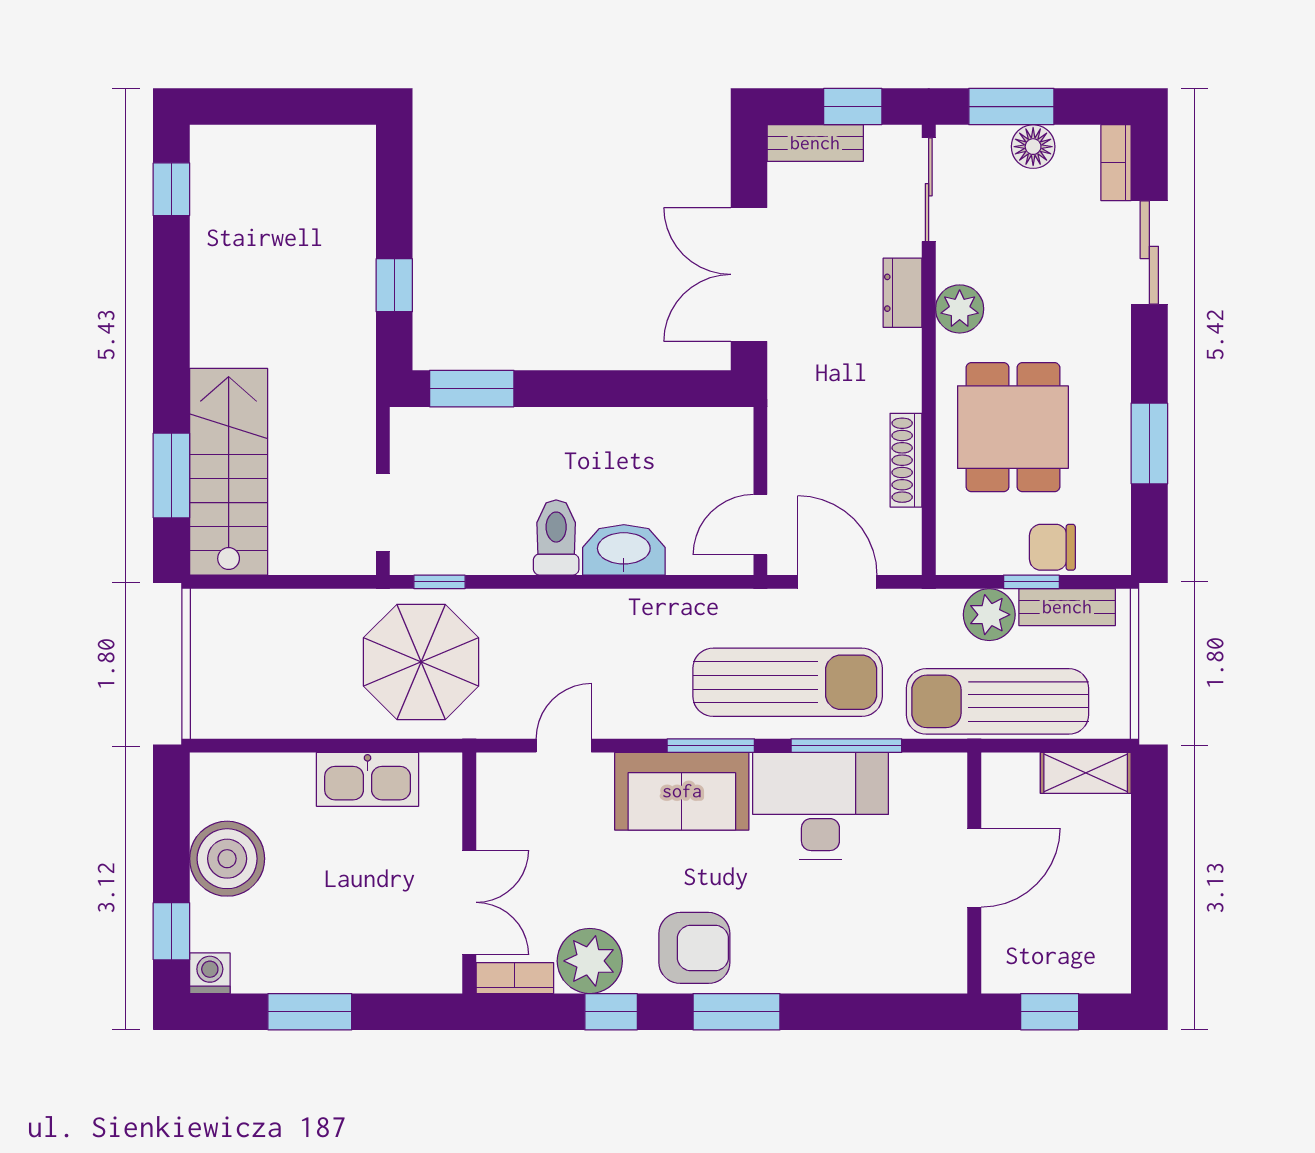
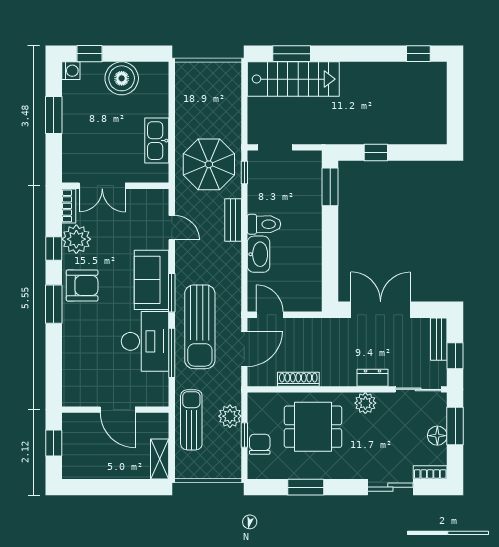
bench: (1067, 607) -> (233, 220), moved
sun lounger: (998, 701) -> (191, 420), width x0.73, depth x0.75
armchair: (694, 948) -> (82, 285), turned -90

